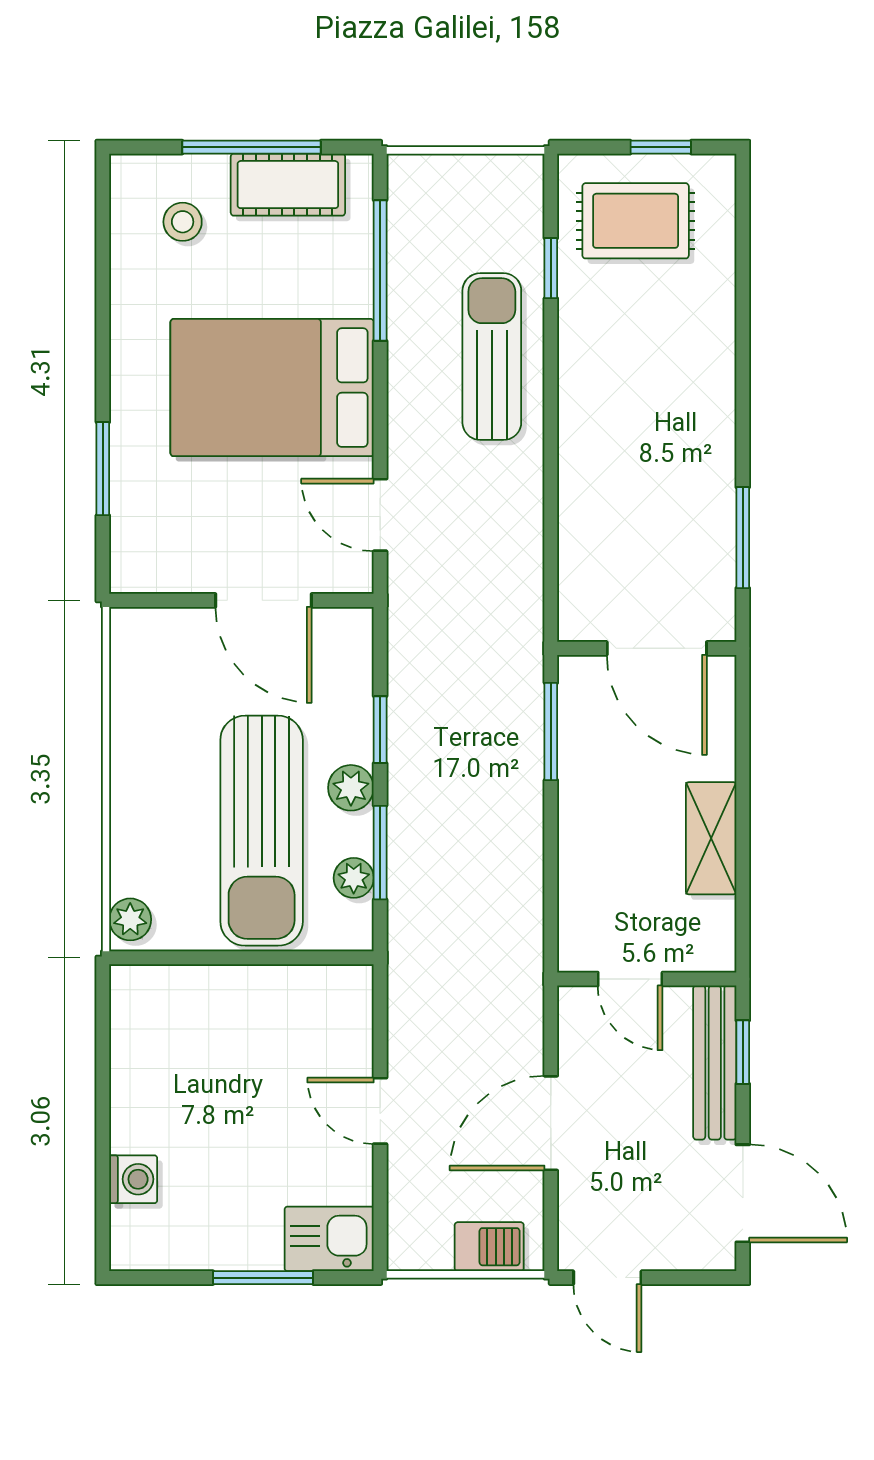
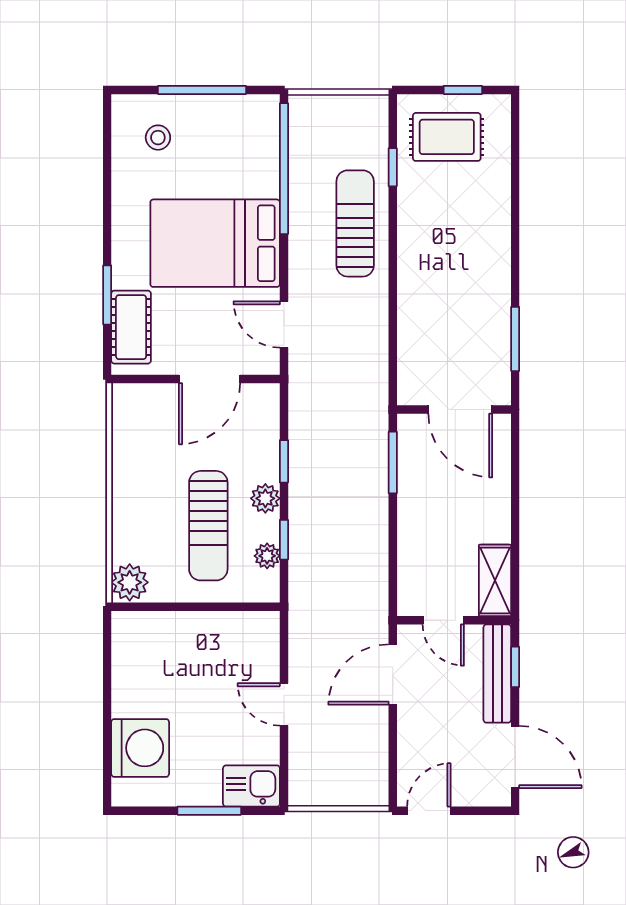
cot: (288, 185) -> (131, 327), moved, turned 90
window: (380, 271) -> (284, 169), width x1.46
door: (264, 600) -> (210, 379), hinge flipped
sun lounger: (262, 831) -> (208, 526), width x0.73, depth x0.75
shelving: (711, 838) -> (495, 580), moved
window: (380, 853) -> (284, 540), width x0.67
plant: (130, 919) -> (130, 582), width x1.38, depth x1.38
door: (551, 1123) -> (393, 675), moved
washing machine: (133, 1179) -> (140, 748), width x1.89, depth x1.89
barbecue: (489, 1247) -> (353, 791), removed
door: (607, 1278) -> (429, 811), swing flipped

